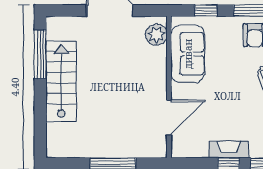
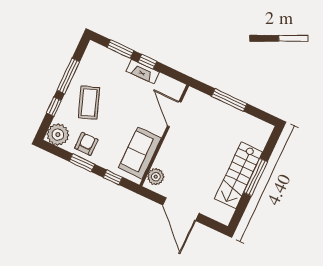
window: (40, 54) -> (256, 177), moved
door: (169, 117) -> (174, 114), hinge flipped

